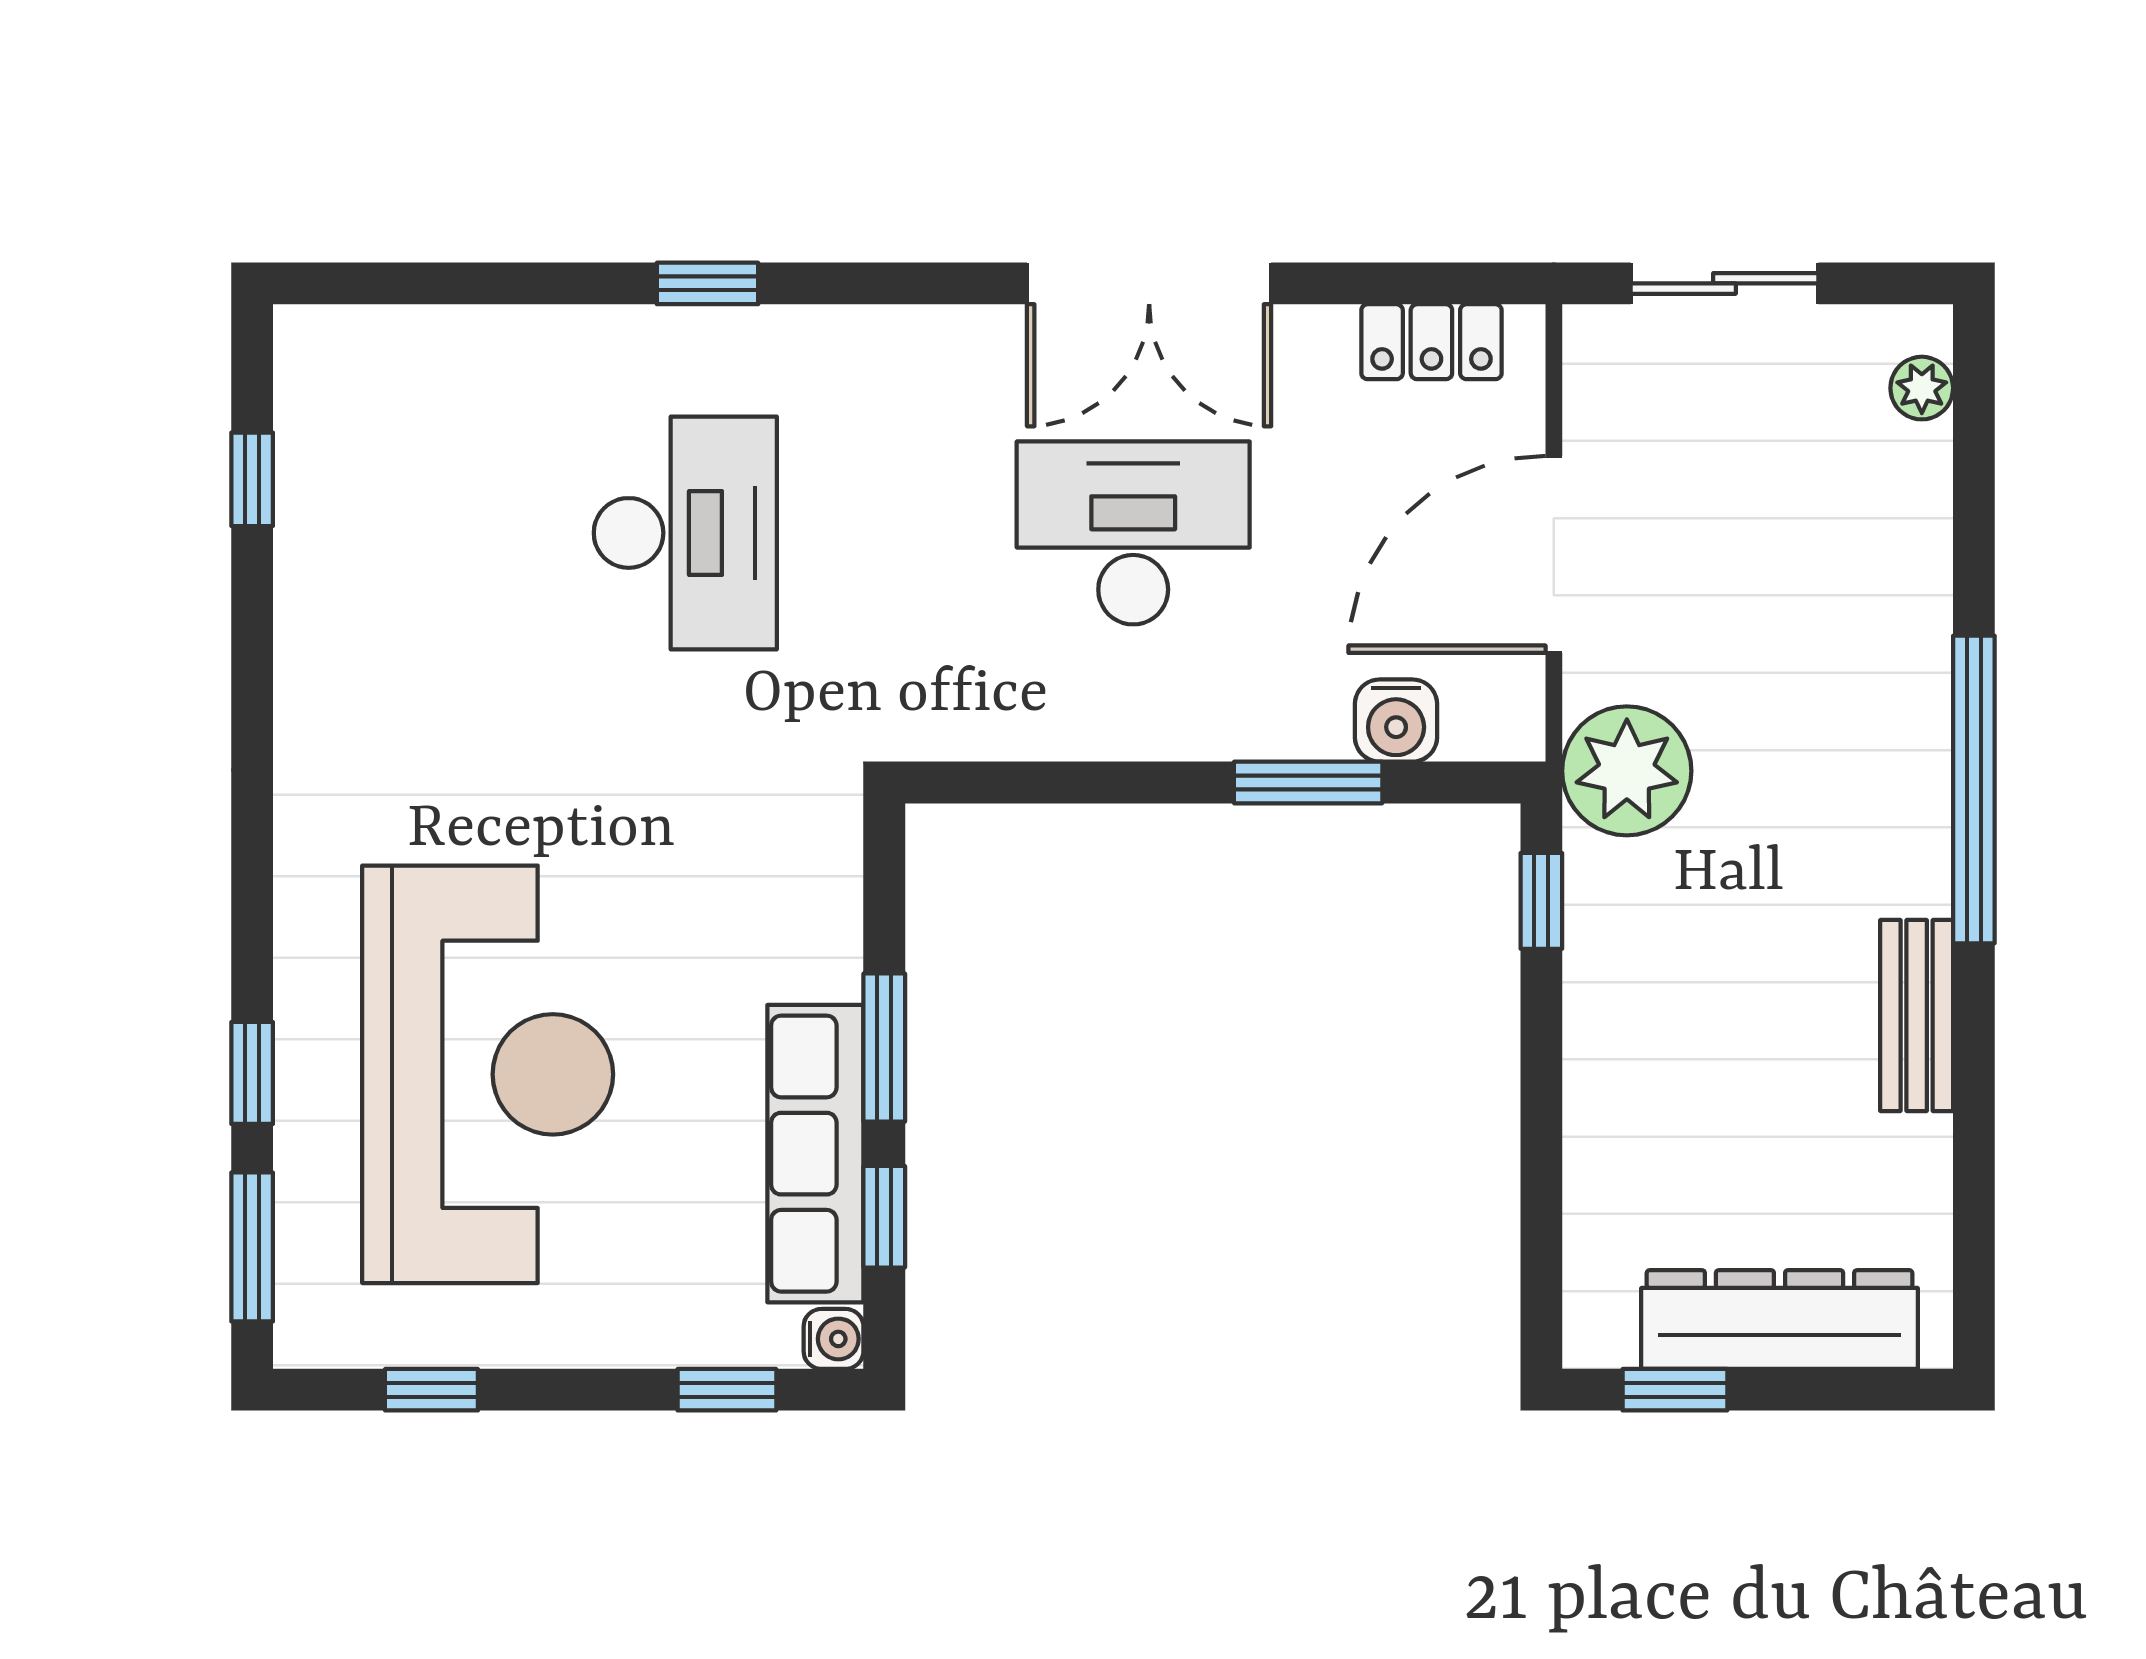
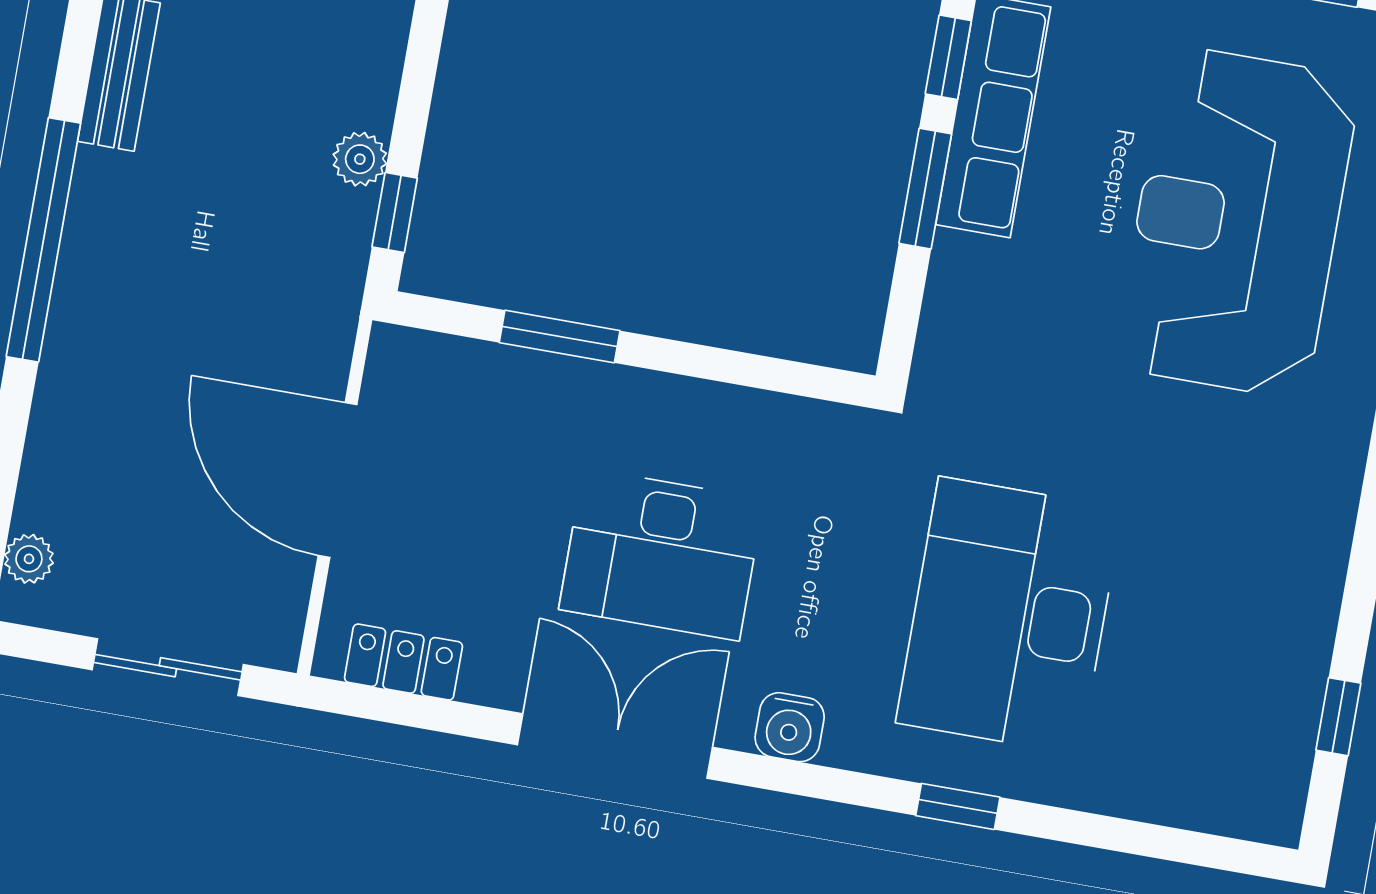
desk: (685, 533) -> (1009, 616), width x1.36, depth x1.30
door: (1554, 554) -> (338, 480), swing flipped
water cooler: (1396, 721) -> (790, 727), moved, turned 180
plant: (1627, 771) -> (360, 159), moved, width x0.53, depth x0.53

